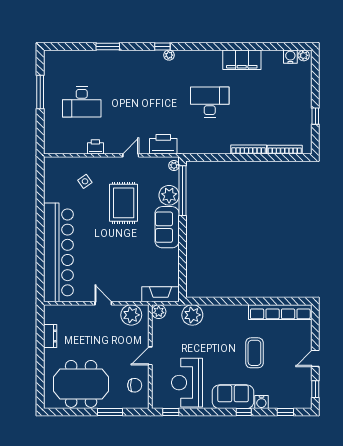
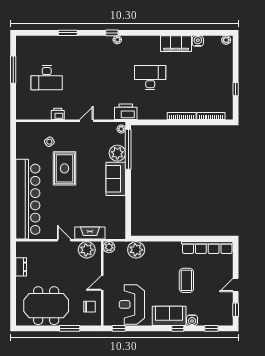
water cooler: (290, 57) -> (198, 41), moved
printer: (163, 144) -> (126, 112), moved
rug: (124, 203) -> (64, 168), moved
fireplace: (161, 294) -> (90, 233), moved

